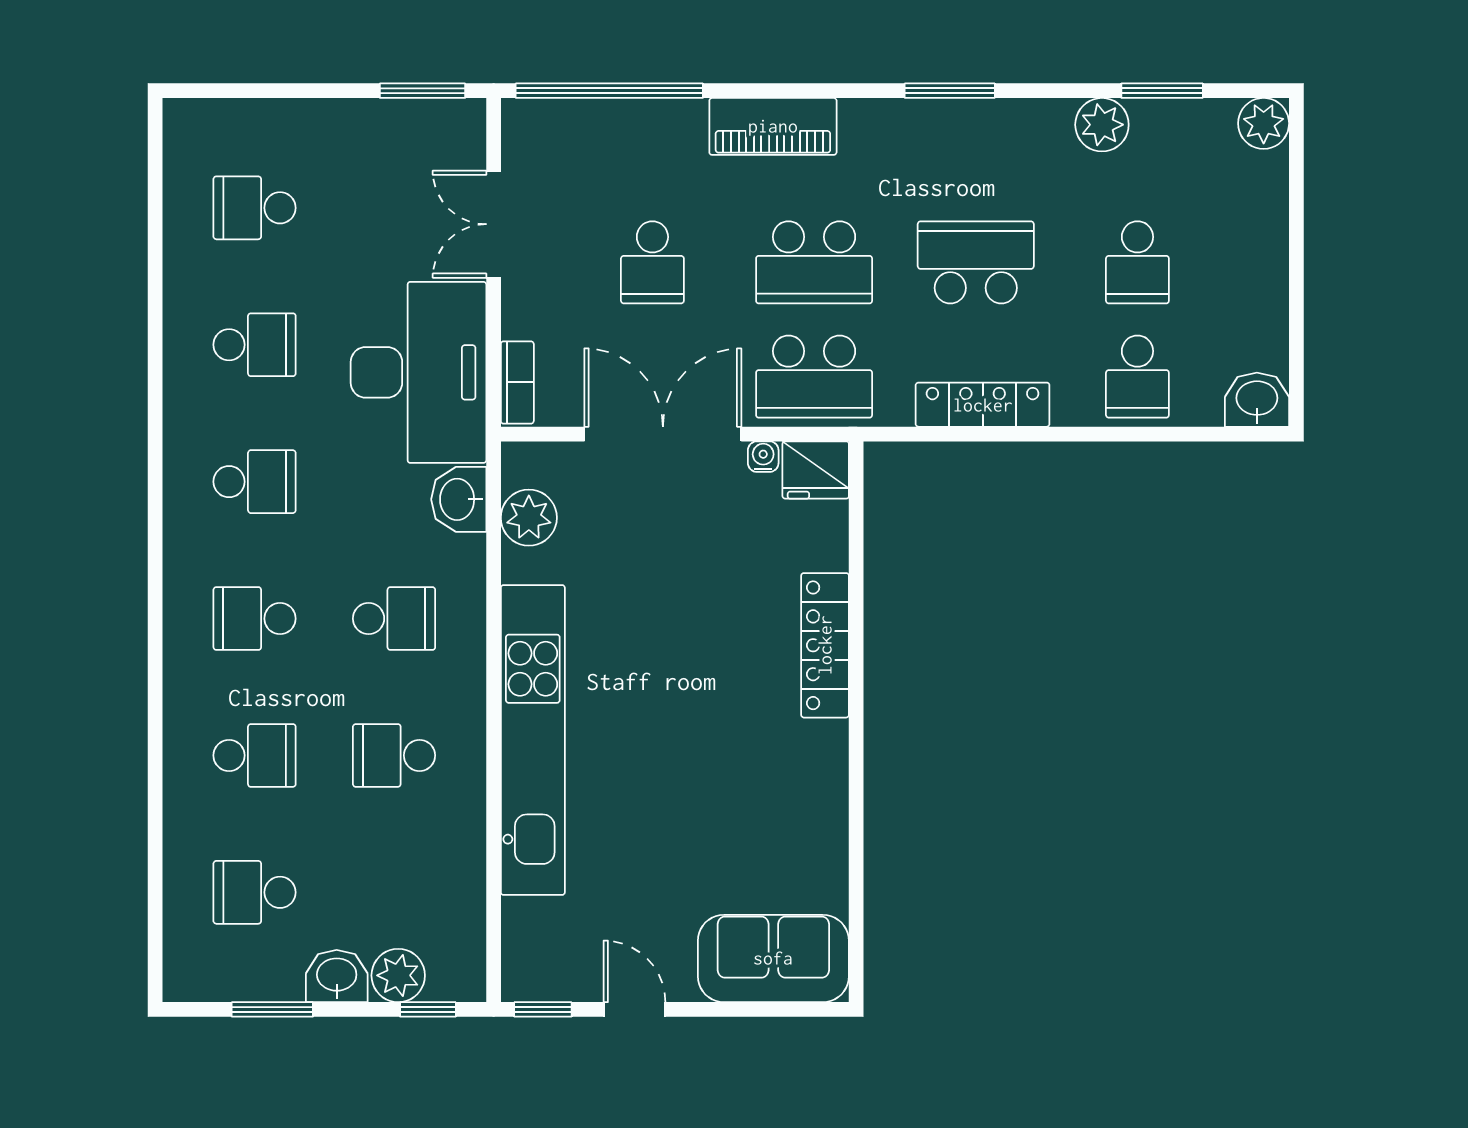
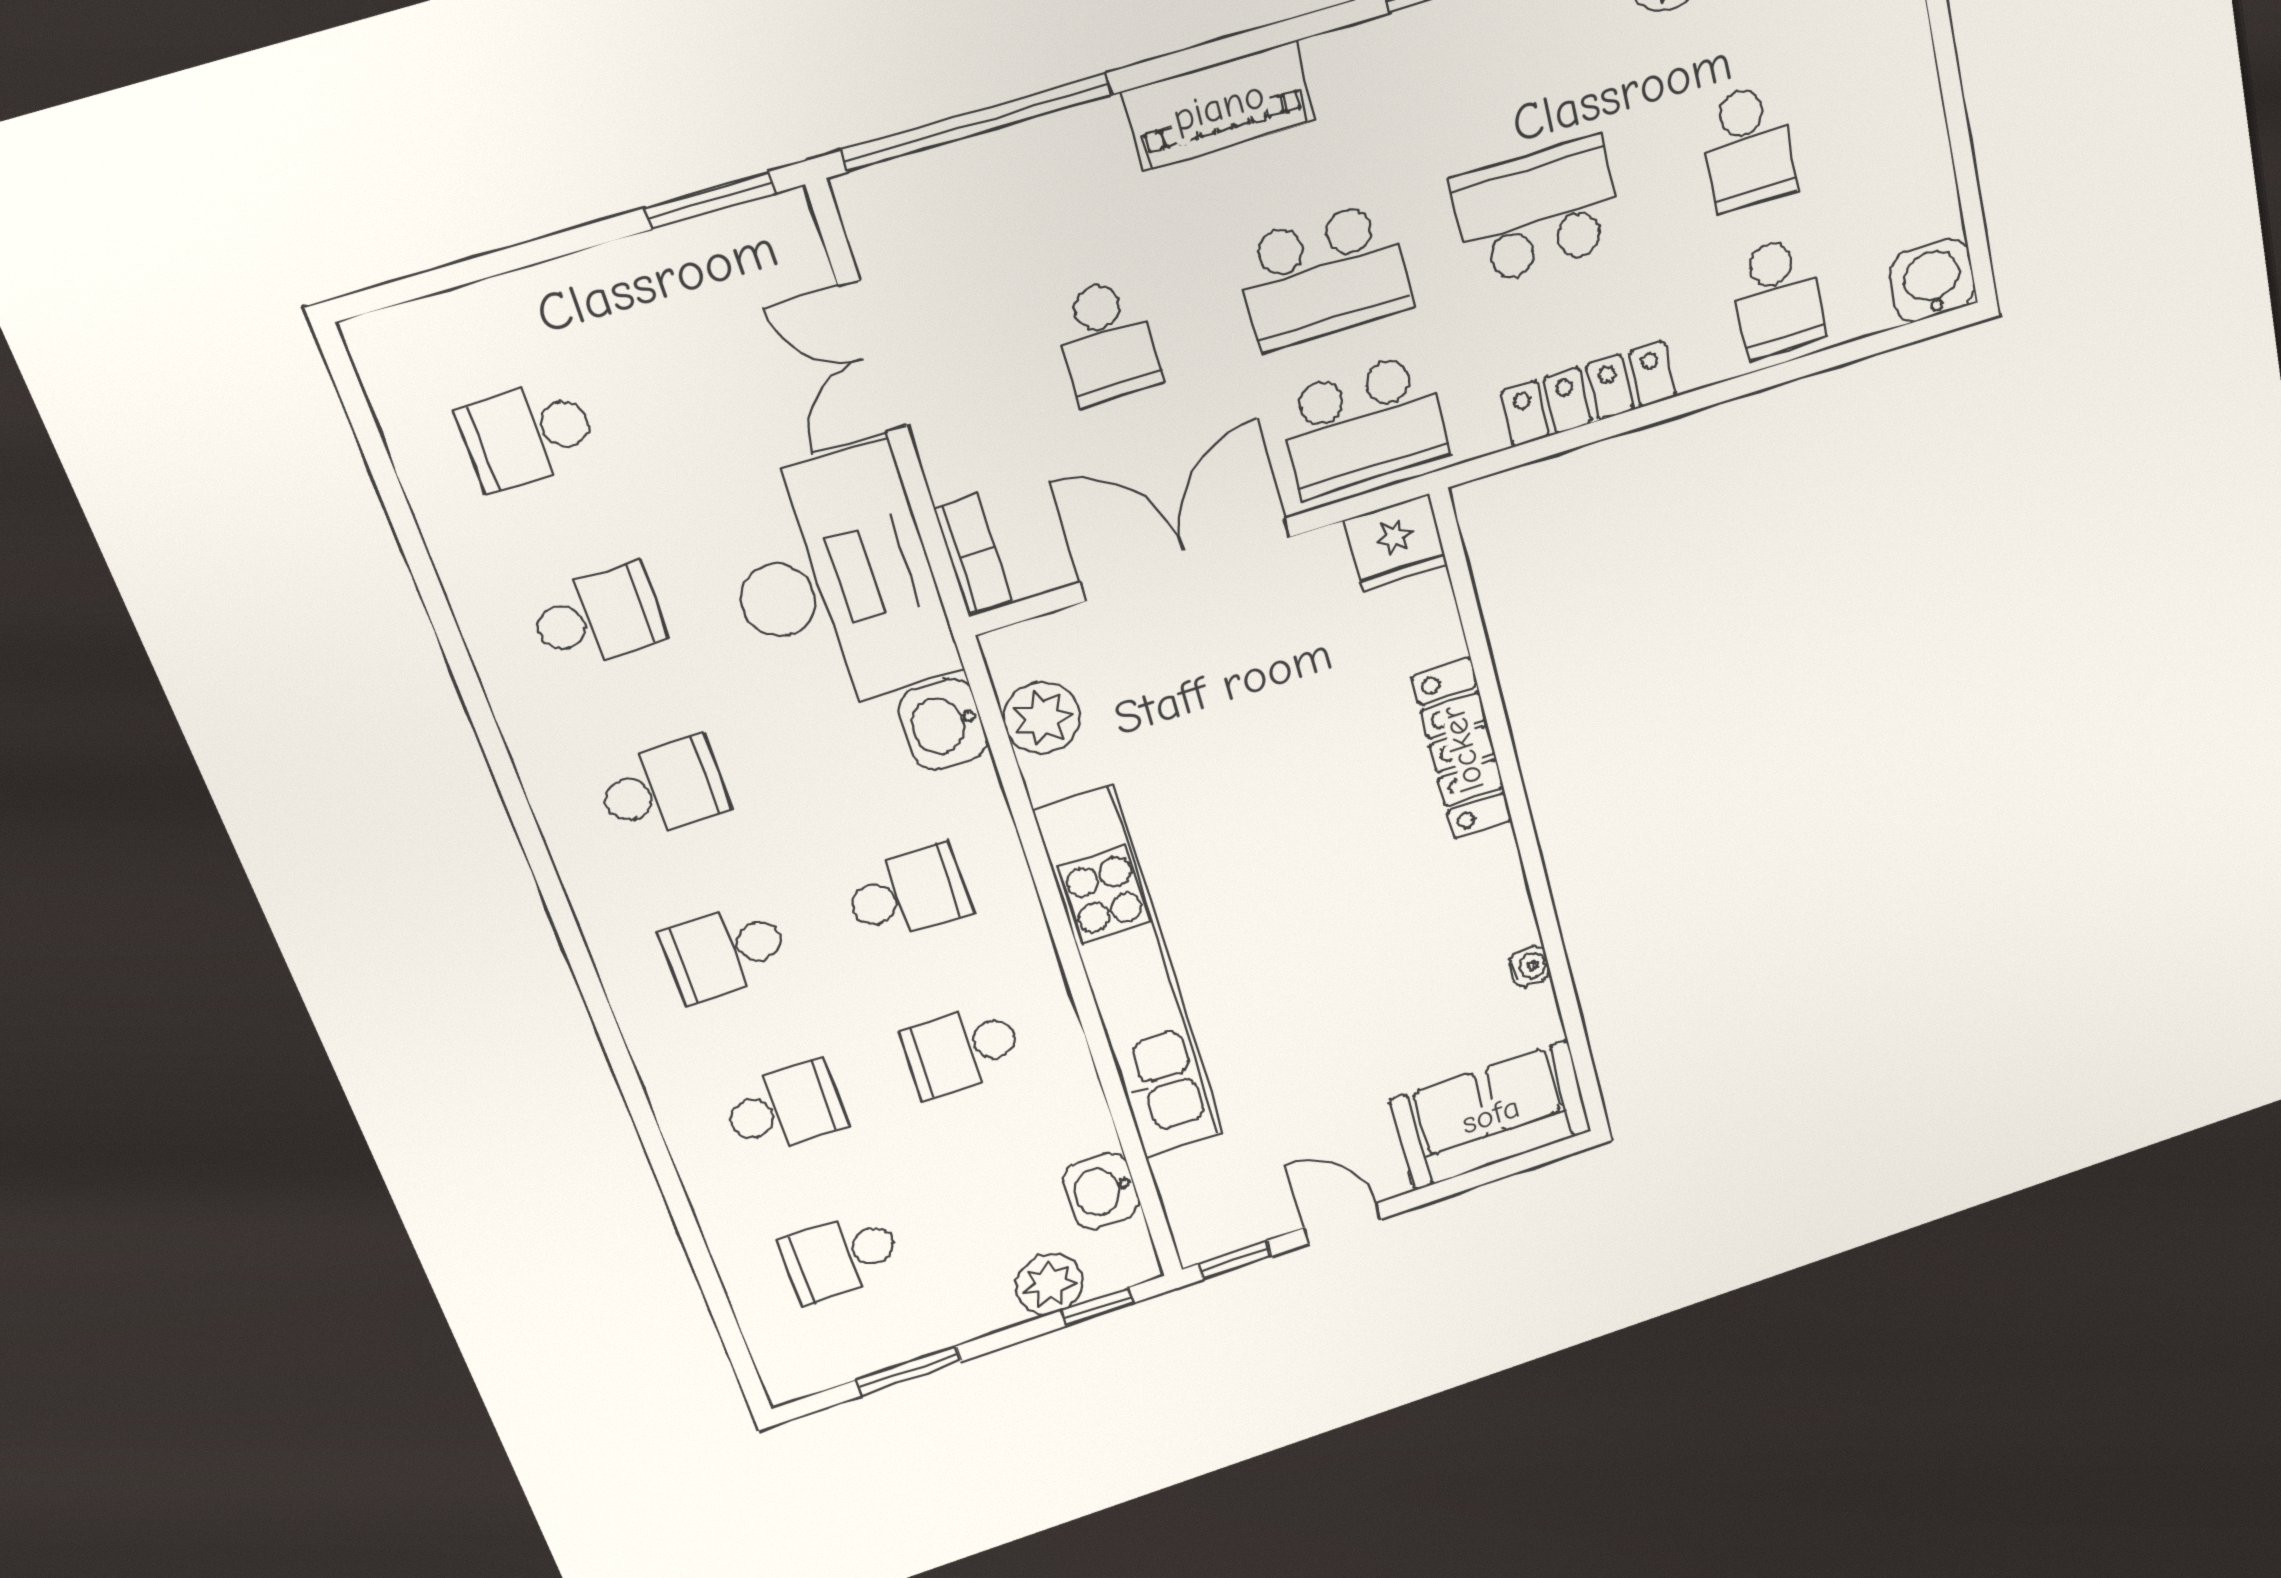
water cooler: (763, 457) -> (1529, 966), moved, turned 90
washbasin: (337, 976) -> (1101, 1191), moved, turned -90

